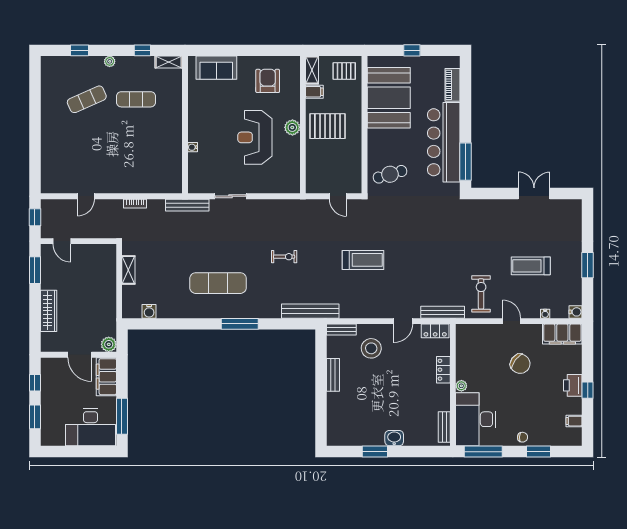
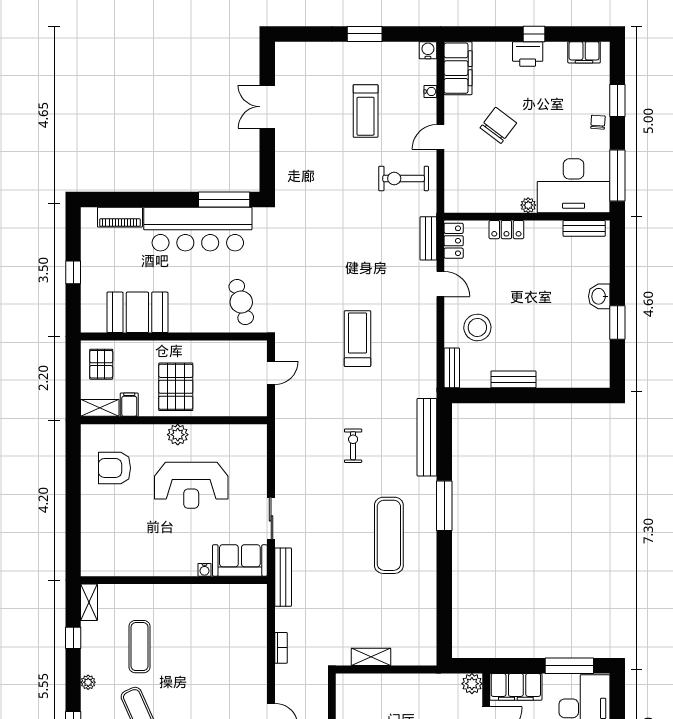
sofa: (216, 68) -> (240, 560), moved, turned -90
booth: (389, 98) -> (137, 312), width x0.73, depth x0.70
water cooler: (149, 311) -> (427, 629), removed
bench: (310, 311) -> (427, 437), moved
bench: (443, 312) -> (428, 238), width x0.73
filing cabinet: (574, 421) -> (584, 52), width x2.00

